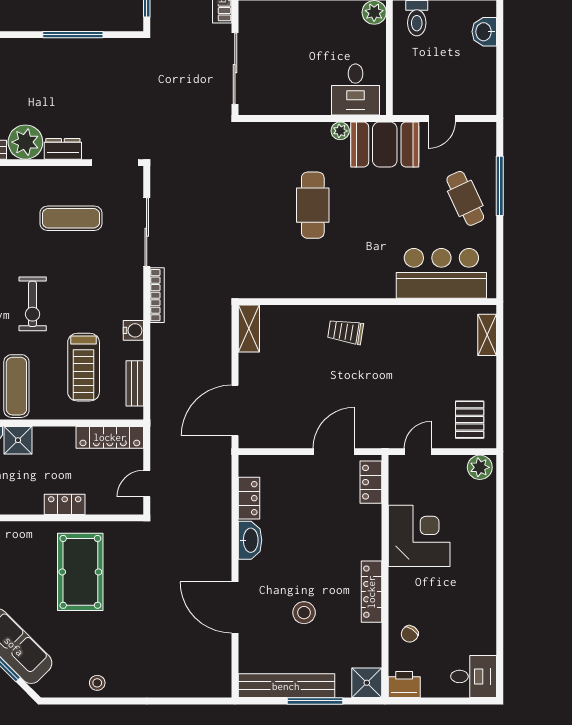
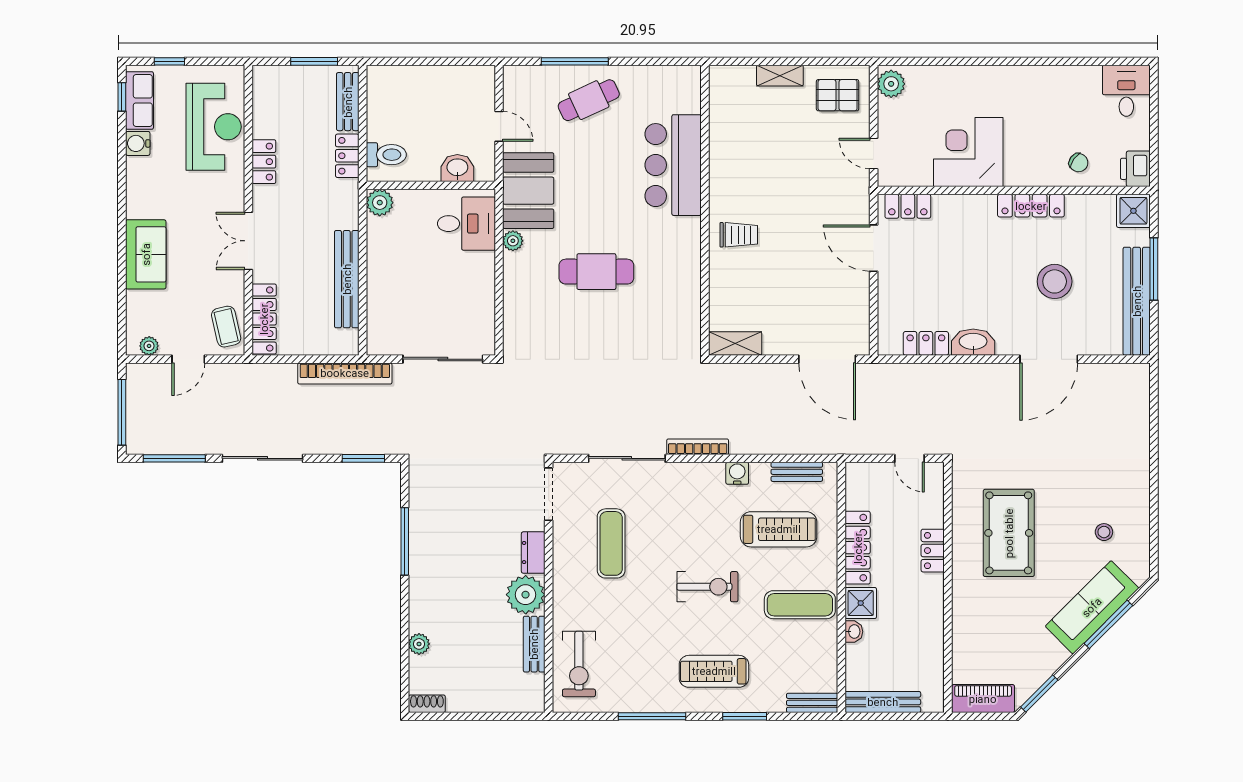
washbasin: (484, 32) -> (457, 168), moved, turned 180
bar counter: (441, 273) -> (673, 165), moved
trolley: (346, 332) -> (739, 235), turned -99
shelving: (487, 335) -> (780, 76), moved
locker: (110, 437) -> (858, 548), moved
pool table: (80, 572) -> (1009, 533), turned 90
stool: (304, 613) -> (1055, 281), width x1.38, depth x1.38
stool: (97, 683) -> (1104, 532), moved

